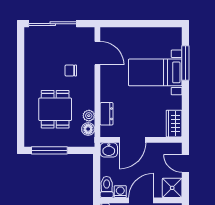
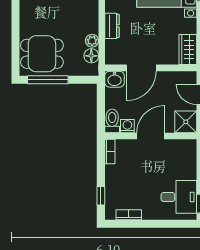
dining table: (55, 109) -> (42, 54), moved, turned 90
dresser: (107, 114) -> (112, 26), moved

